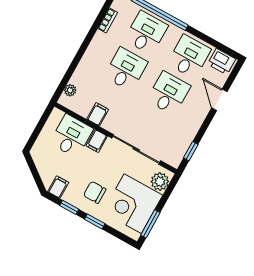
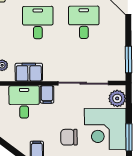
filing cabinet: (98, 114) -> (29, 72), width x2.00
window: (191, 151) -> (129, 59), width x1.50

